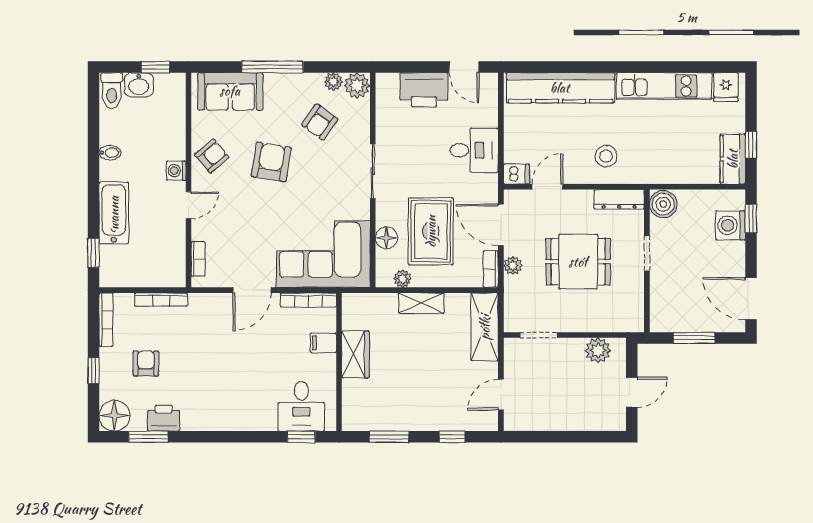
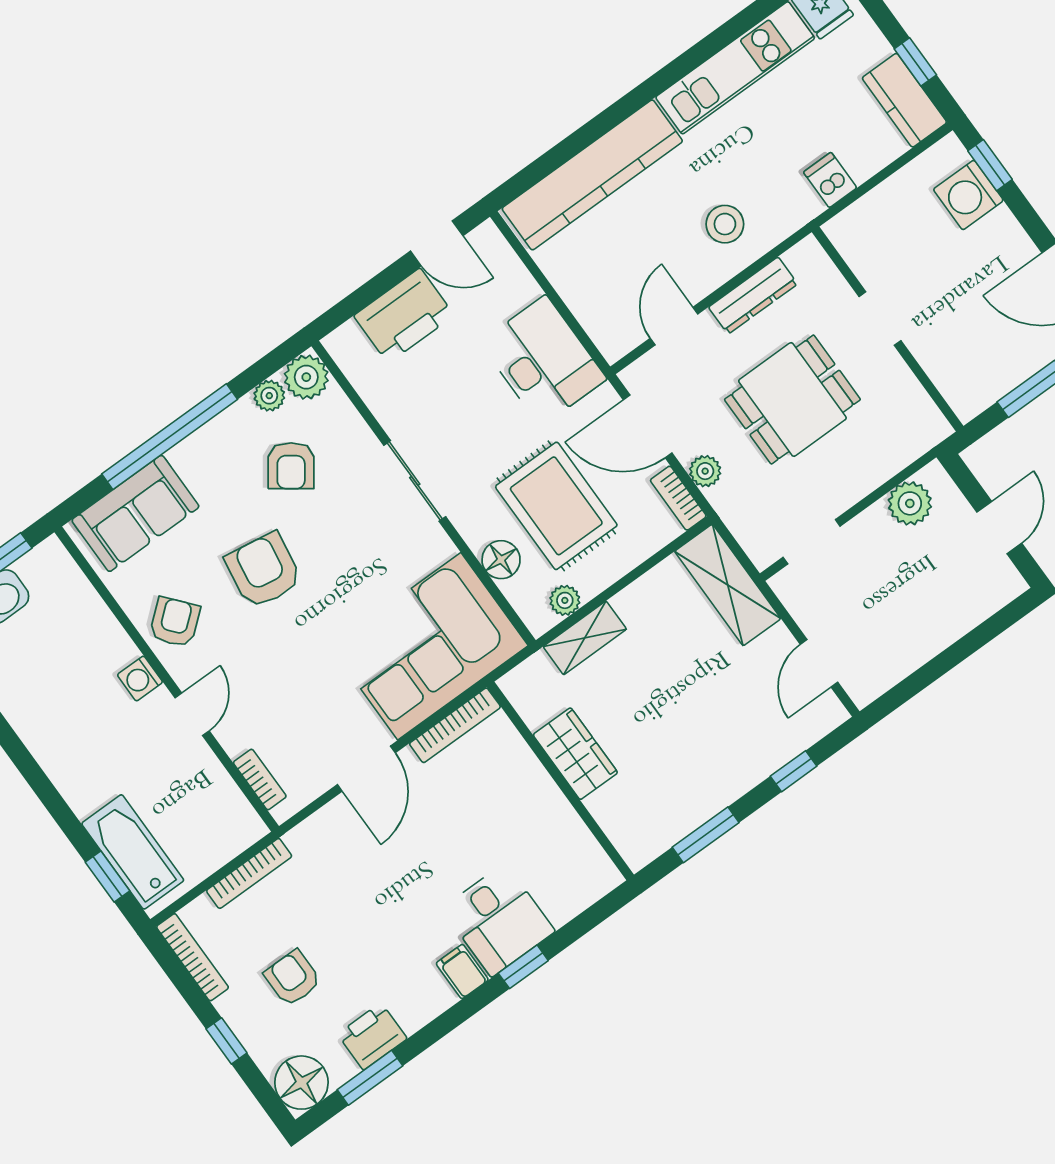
window: (273, 67) -> (170, 437), width x1.46
desk: (474, 150) -> (543, 361), width x1.37
bidet: (110, 153) -> (29, 720), removed
dishwasher: (516, 174) -> (830, 180), moved, turned -90
dresser: (619, 199) -> (753, 296), moved
boiler: (663, 204) -> (853, 233), removed
bathtub: (114, 213) -> (133, 852), moved
shelving: (421, 303) -> (585, 638), moved
filing cabinet: (323, 343) -> (462, 971), moved, turned 90
desk: (301, 406) -> (498, 920), moved
window: (301, 437) -> (523, 967), moved

